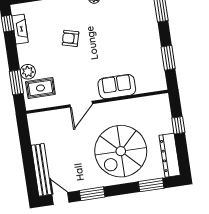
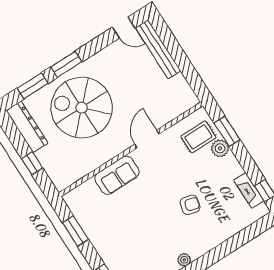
spiral stairs: (121, 151) -> (82, 108), turned -90
window: (92, 194) -> (66, 64), moved

